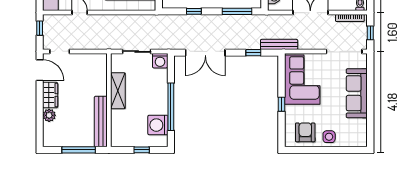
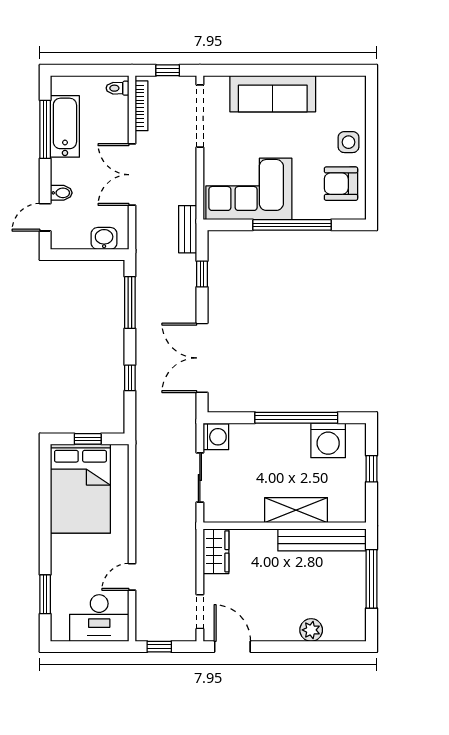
bench: (279, 44) -> (188, 229), width x0.73
double door: (205, 53) -> (202, 358), swing flipped
door: (40, 70) -> (232, 647), hinge flipped
shelving: (118, 91) -> (296, 510), moved
wardrobe: (50, 95) -> (216, 551), moved, turned 90
window: (282, 104) -> (292, 225), width x3.17

